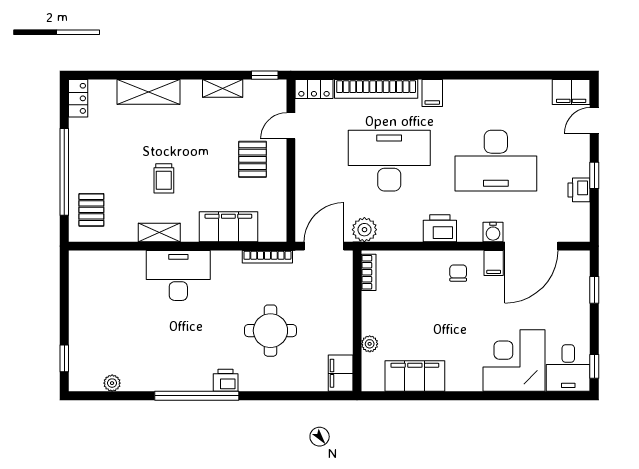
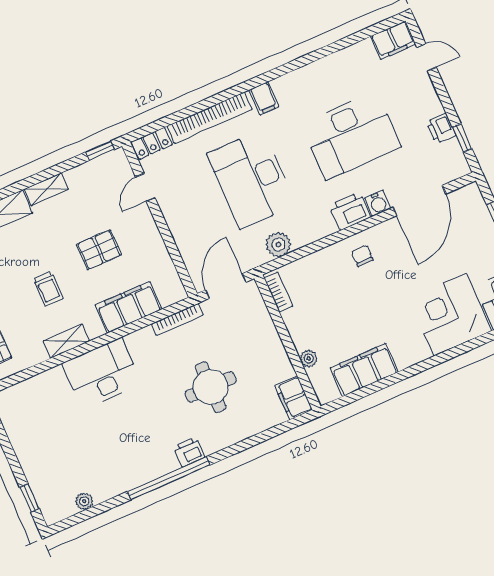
shelving: (223, 88) -> (46, 189), moved
door: (594, 120) -> (426, 57), swing flipped
pallet: (253, 159) -> (99, 250), moved, turned 90
desk: (389, 161) -> (252, 179), turned -90
window: (594, 175) -> (462, 138), moved
printer: (440, 228) -> (350, 211), moved
plant: (364, 230) -> (278, 244), moved
filing cabinet: (494, 263) -> (391, 232), removed

